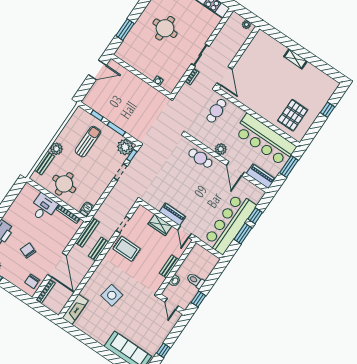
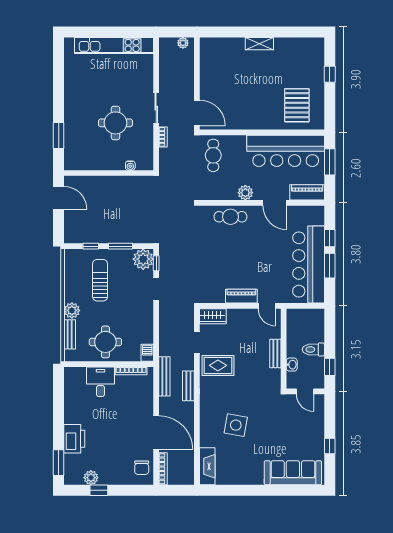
round table: (165, 28) -> (116, 123), moved
door: (97, 70) -> (59, 198), hinge flipped
wardrobe: (160, 225) -> (213, 316), moved
chair: (28, 250) -> (115, 438), removed

